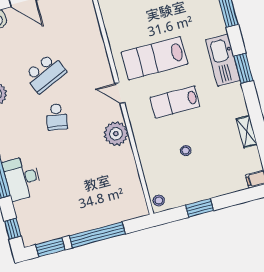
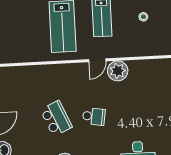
door: (120, 93) -> (97, 60), moved

